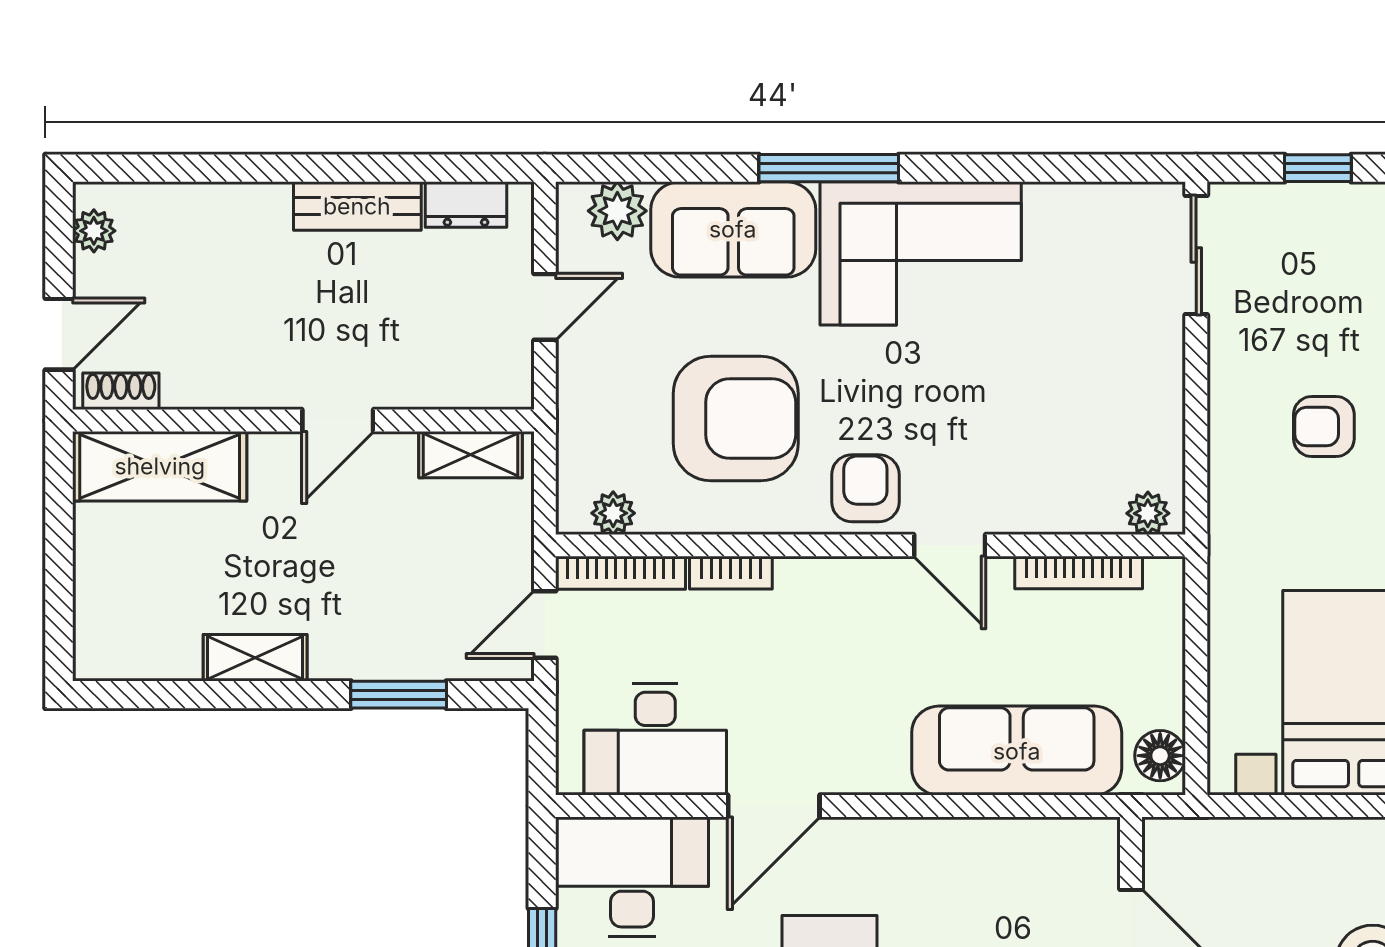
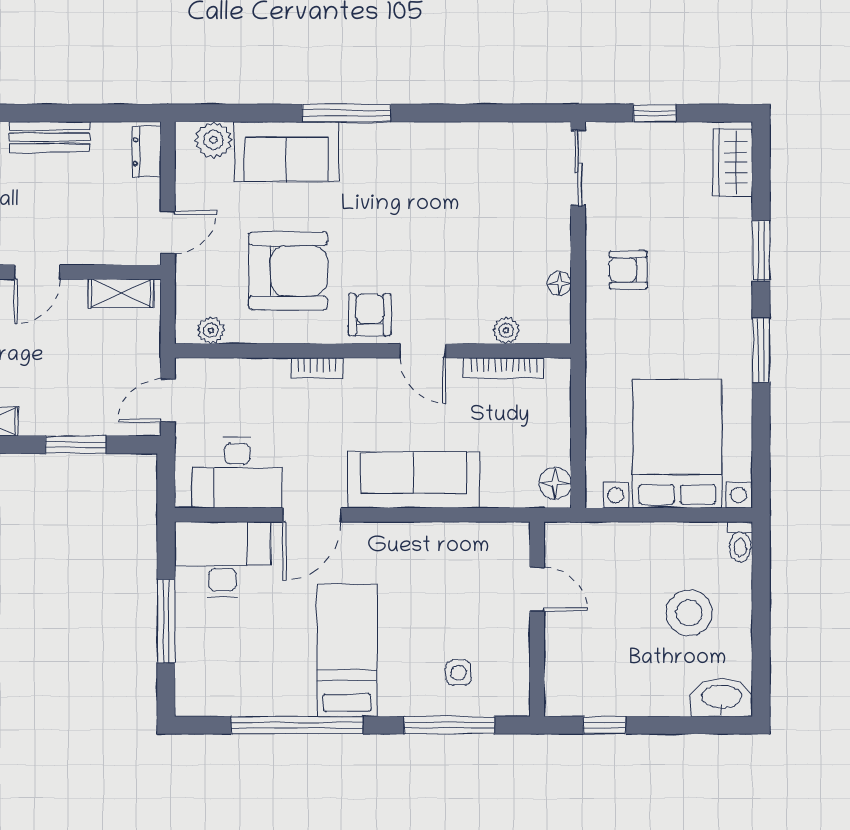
dresser: (466, 205) -> (147, 152), moved, turned 90
corner sofa: (921, 253) -> (404, 167), removed
door: (545, 307) -> (168, 232), moved
armchair: (1324, 427) -> (628, 270), moved
floor lamp: (1166, 439) -> (559, 283), added
plant: (1148, 513) -> (506, 330), moved
bookcase: (621, 573) -> (215, 368), removed
bookcase: (731, 573) -> (317, 368), moved
sofa: (1017, 751) -> (414, 480), moved

